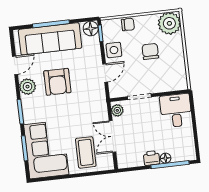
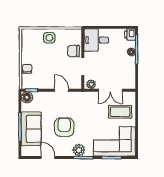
plant: (169, 23) -> (30, 37), removed
sofa: (50, 39) -> (31, 129), width x0.73
side table: (114, 50) -> (49, 38), moved
chair: (150, 51) -> (74, 51), moved
armchair: (57, 82) -> (64, 127), turned -90
plant: (27, 87) -> (79, 150), moved
printer: (152, 158) -> (130, 34), moved

